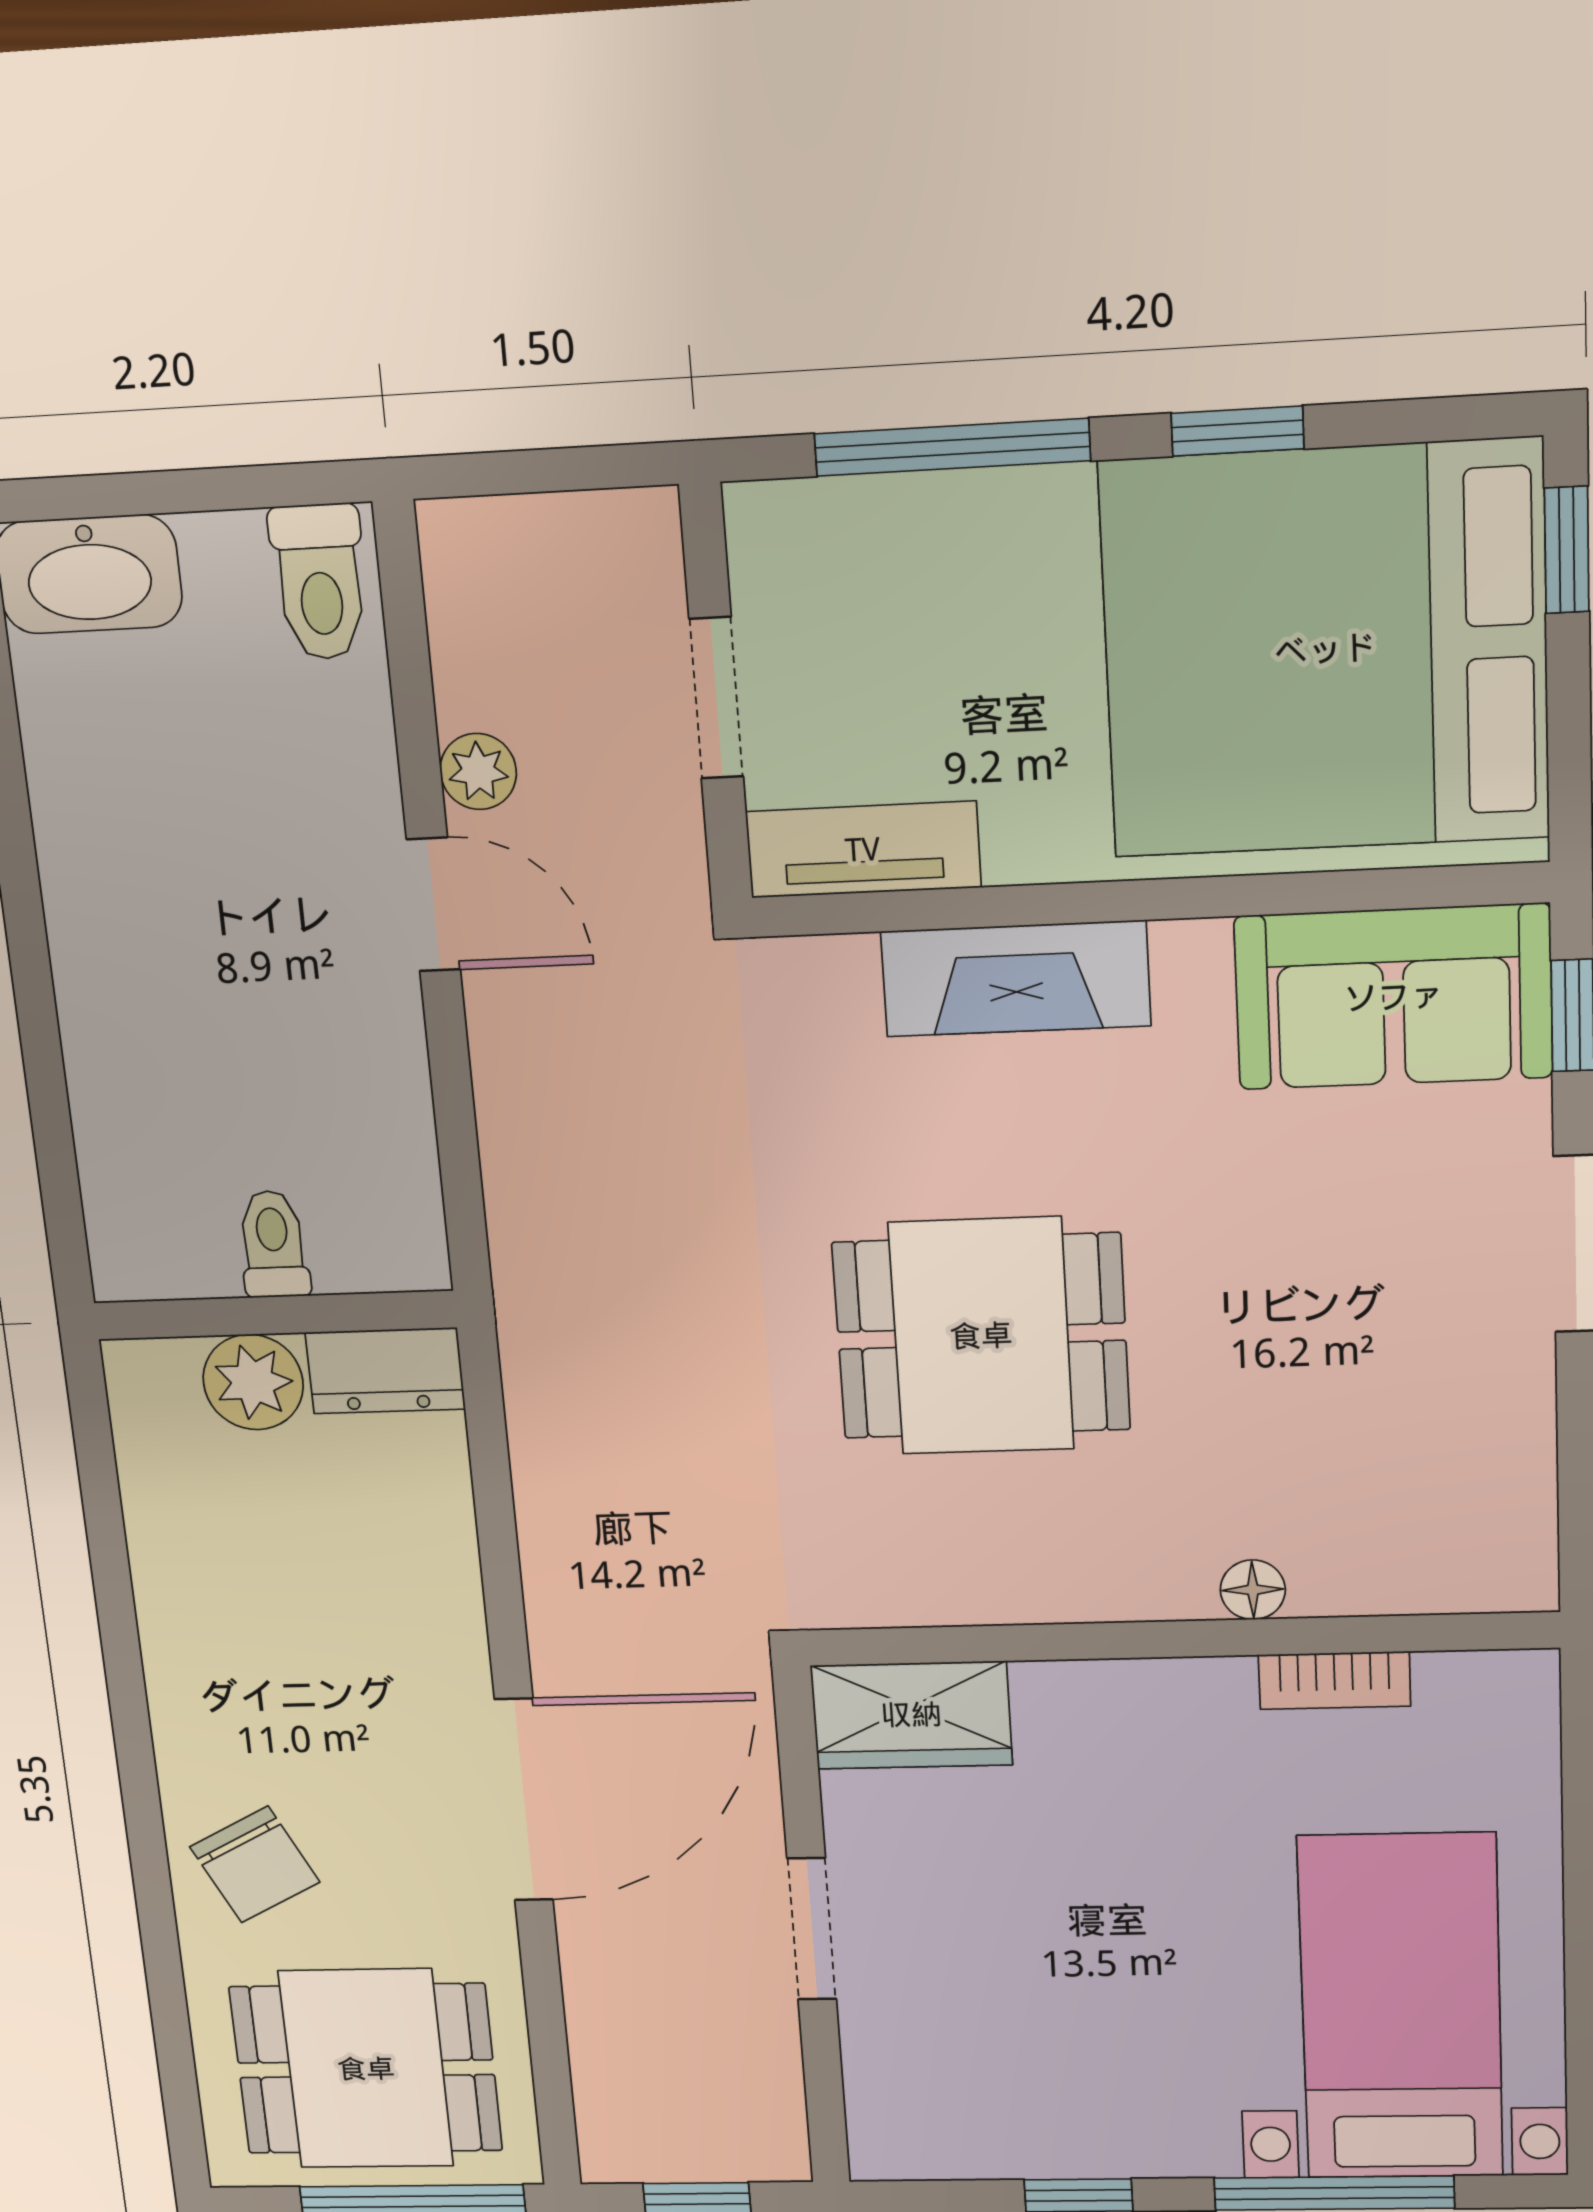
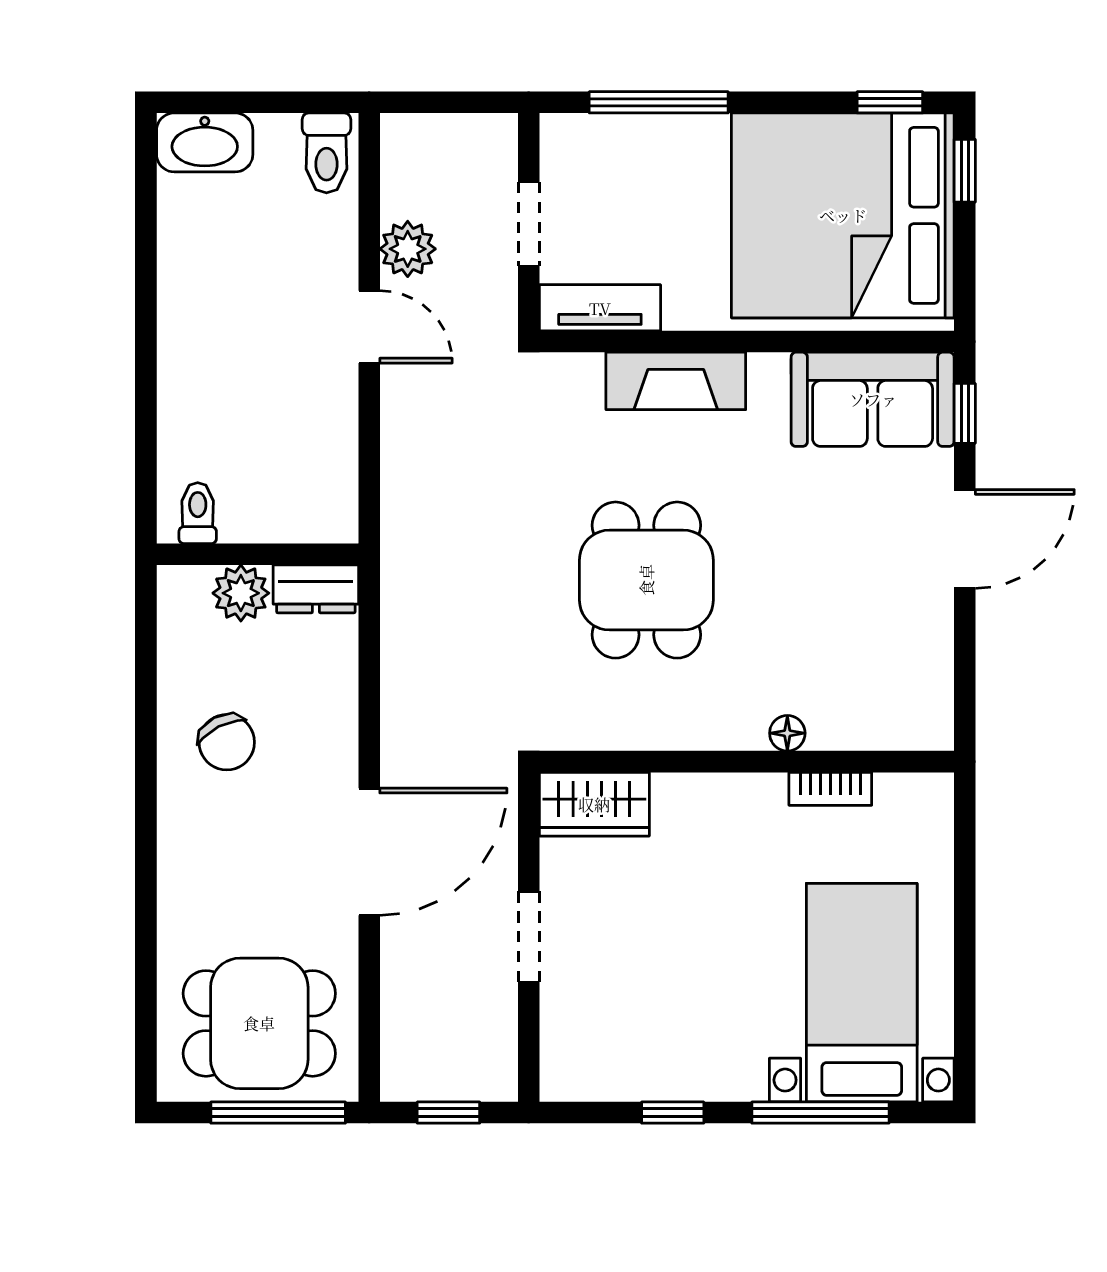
window: (1237, 431) -> (890, 102), moved
plant: (478, 771) -> (408, 249), width x1.38, depth x1.38
toilet: (273, 1244) -> (198, 513), moved
dining table: (981, 1336) -> (646, 580), turned 90
chair: (255, 1864) -> (227, 742), moved

